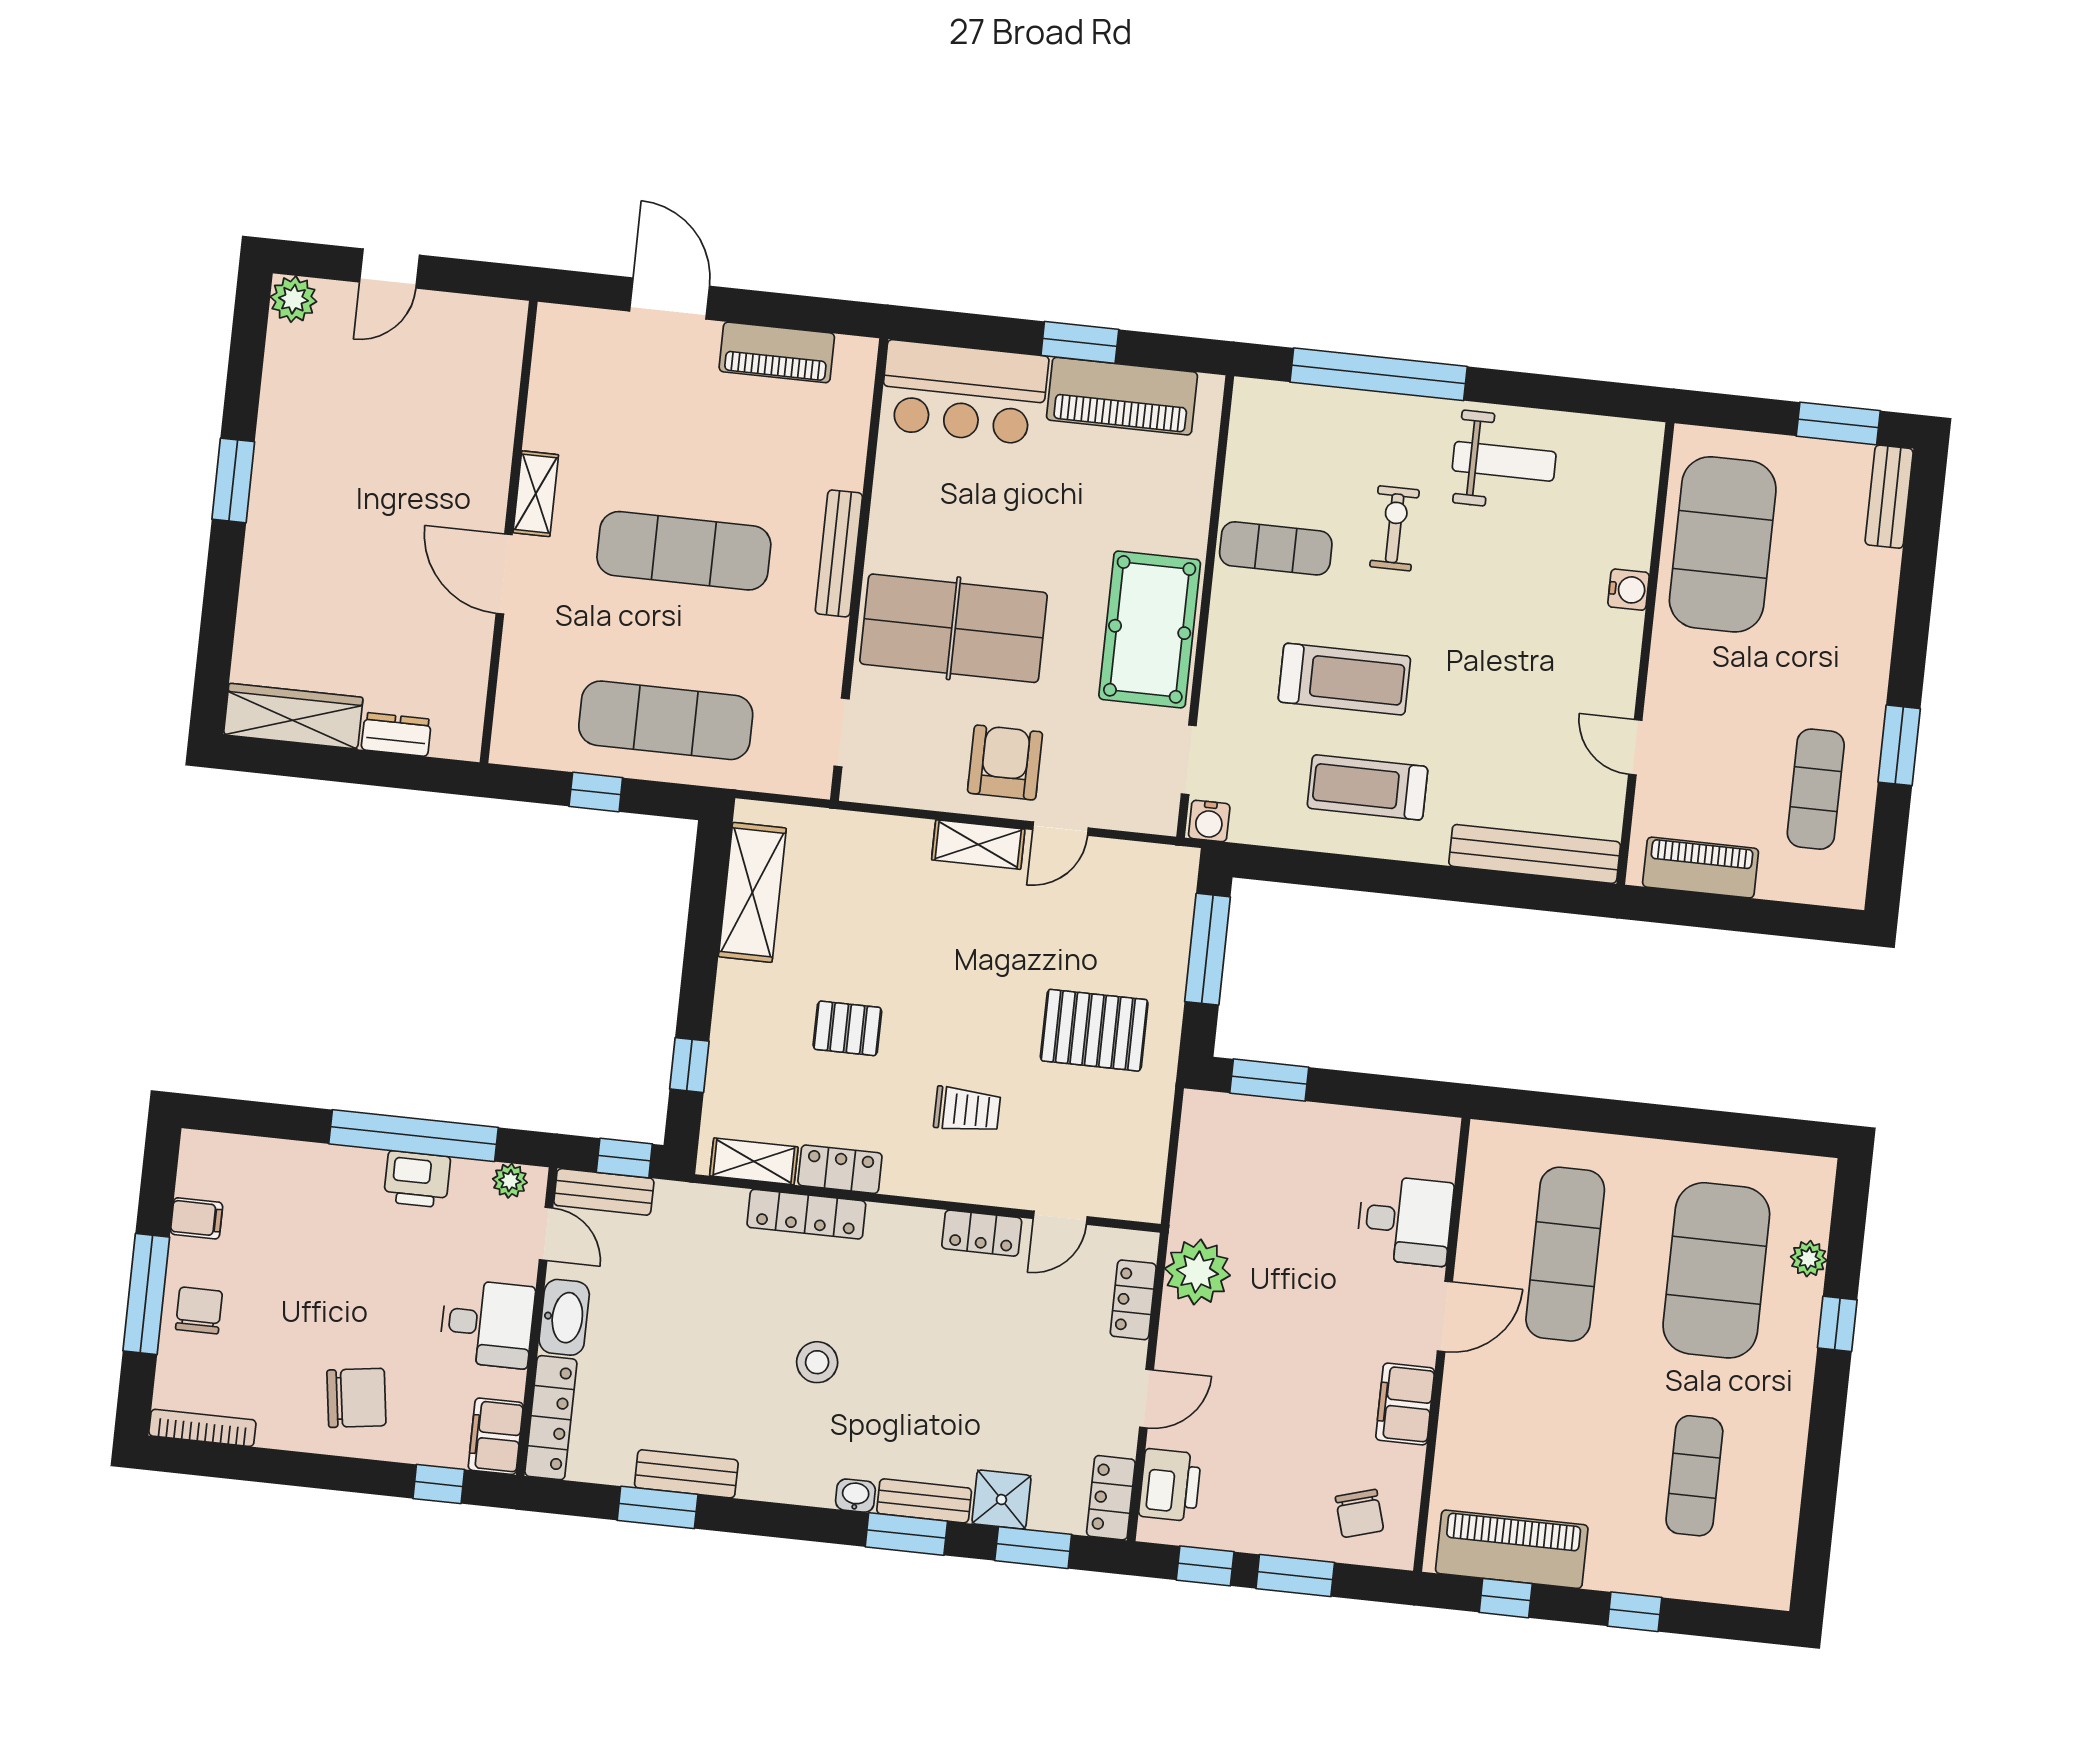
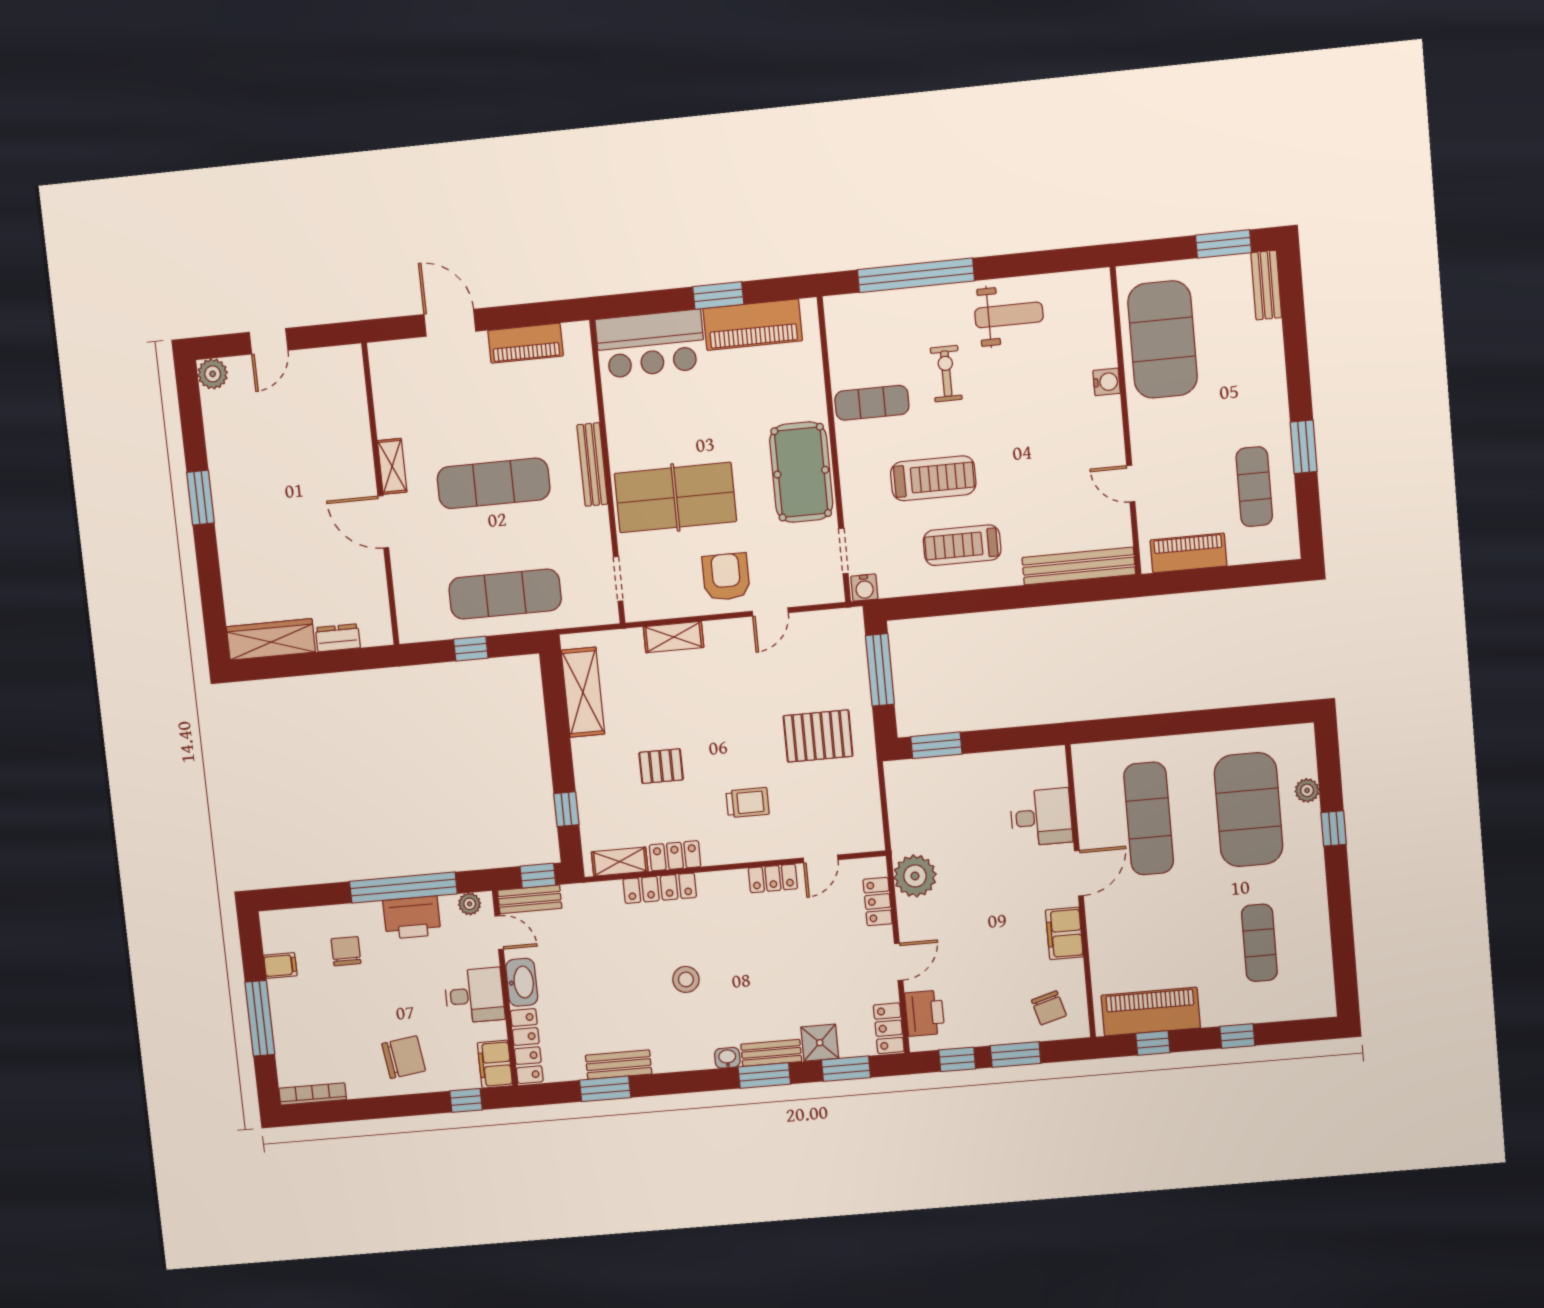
shelving: (978, 845) -> (674, 637), moved
printer: (417, 1179) -> (412, 918), width x1.37, depth x1.19
chair: (199, 1310) -> (346, 951), moved

